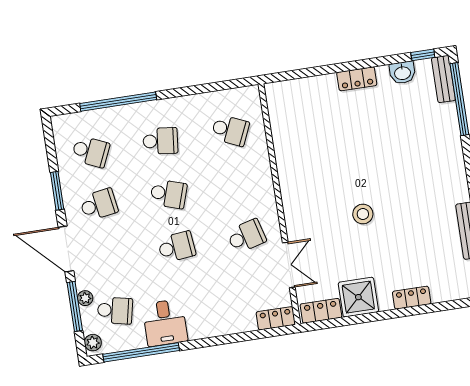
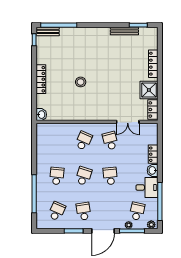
washbasin: (402, 73) -> (41, 115), moved
locker: (357, 79) -> (41, 79), width x1.53
school desk: (230, 130) -> (84, 141), moved
stool: (363, 214) -> (81, 82), moved
double door: (289, 265) -> (128, 122), swing flipped
locker: (412, 298) -> (153, 64), width x1.53
locker: (276, 318) -> (153, 154), moved
washbasin: (200, 329) -> (153, 170), added

